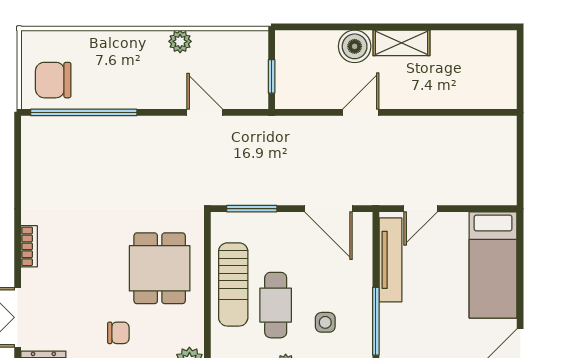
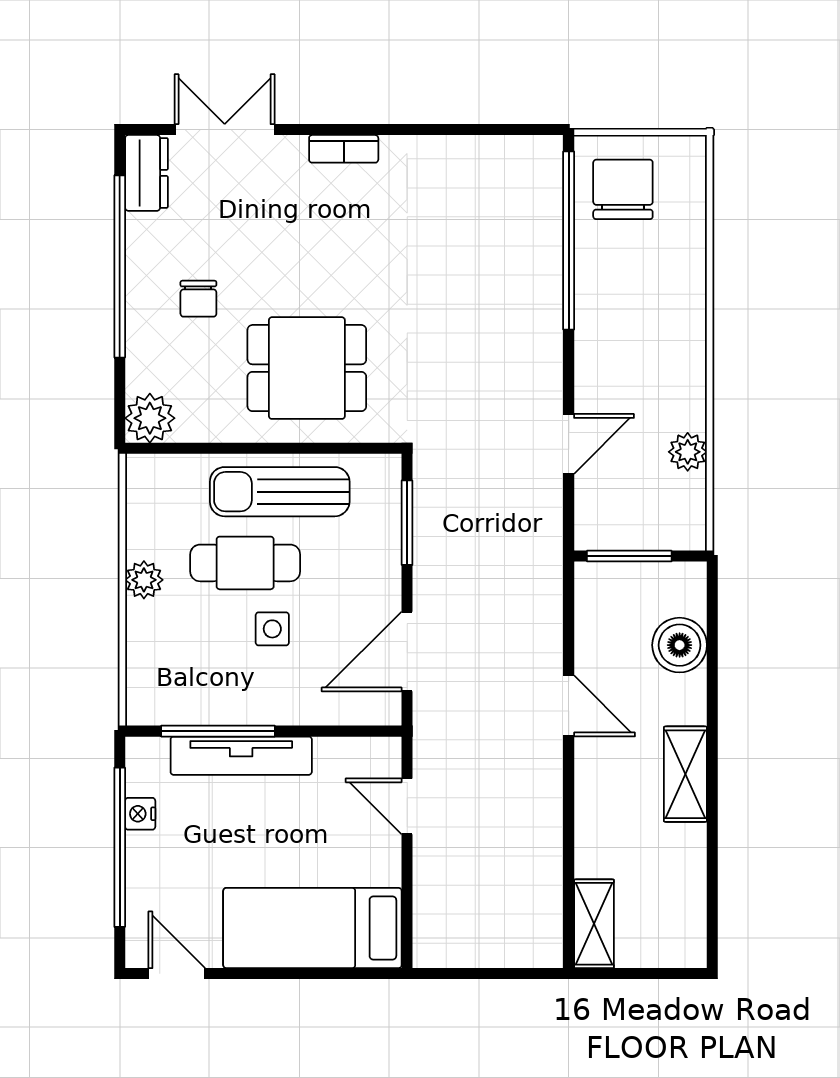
plant: (180, 41) -> (688, 452), moved
boiler: (355, 46) -> (680, 645), moved
window: (272, 76) -> (629, 556), width x1.50
shelving: (490, 97) -> (594, 924), added
tv unit: (390, 260) -> (241, 756), moved
side table: (325, 322) -> (272, 629), moved

